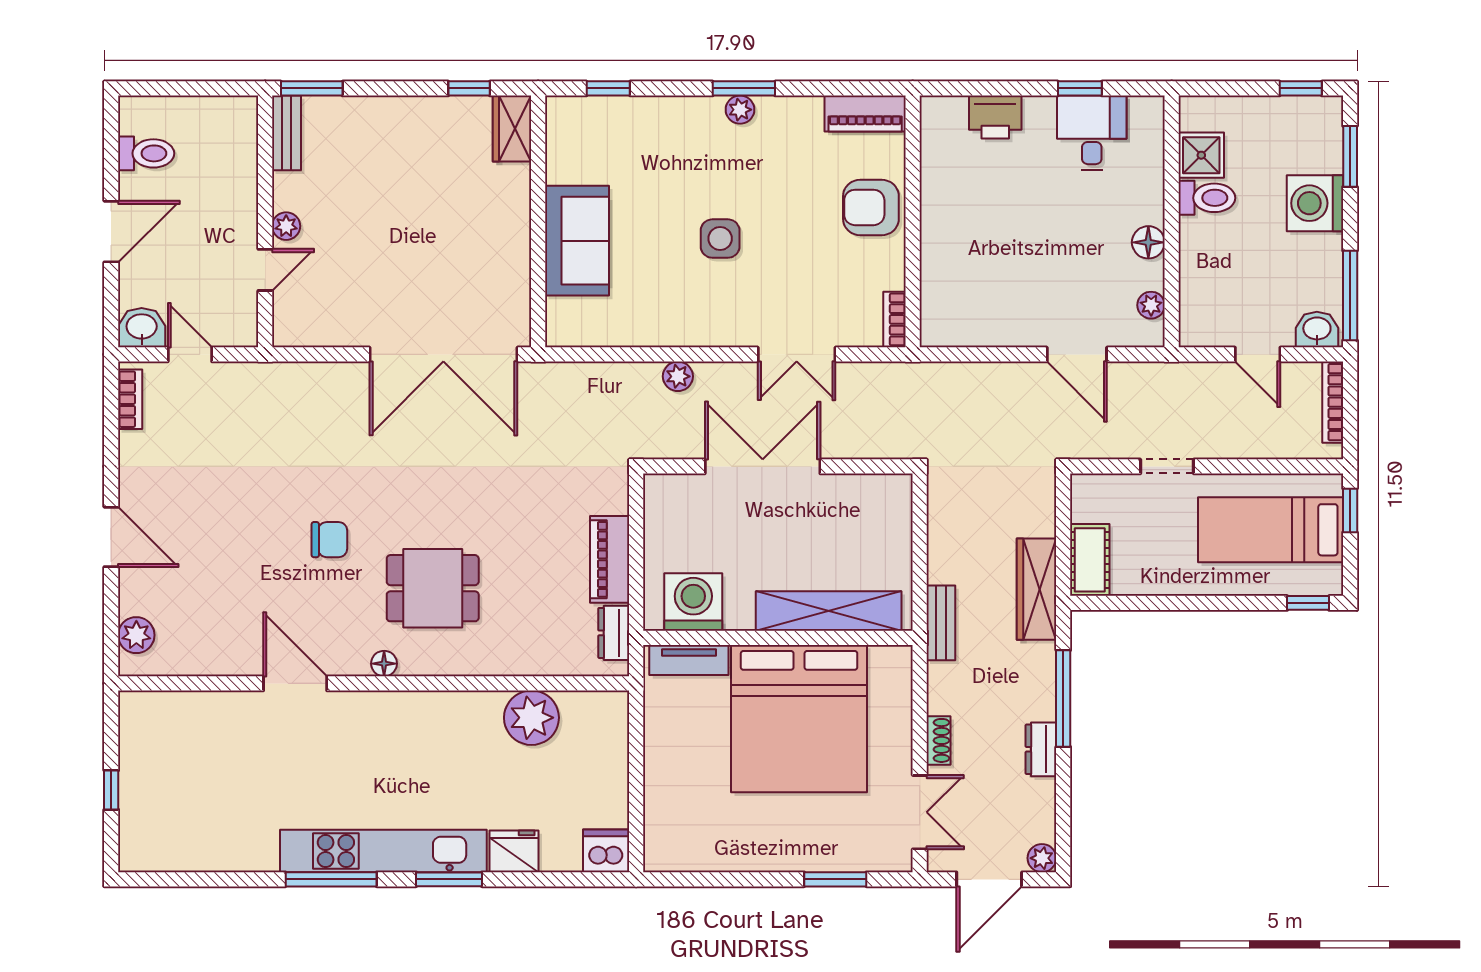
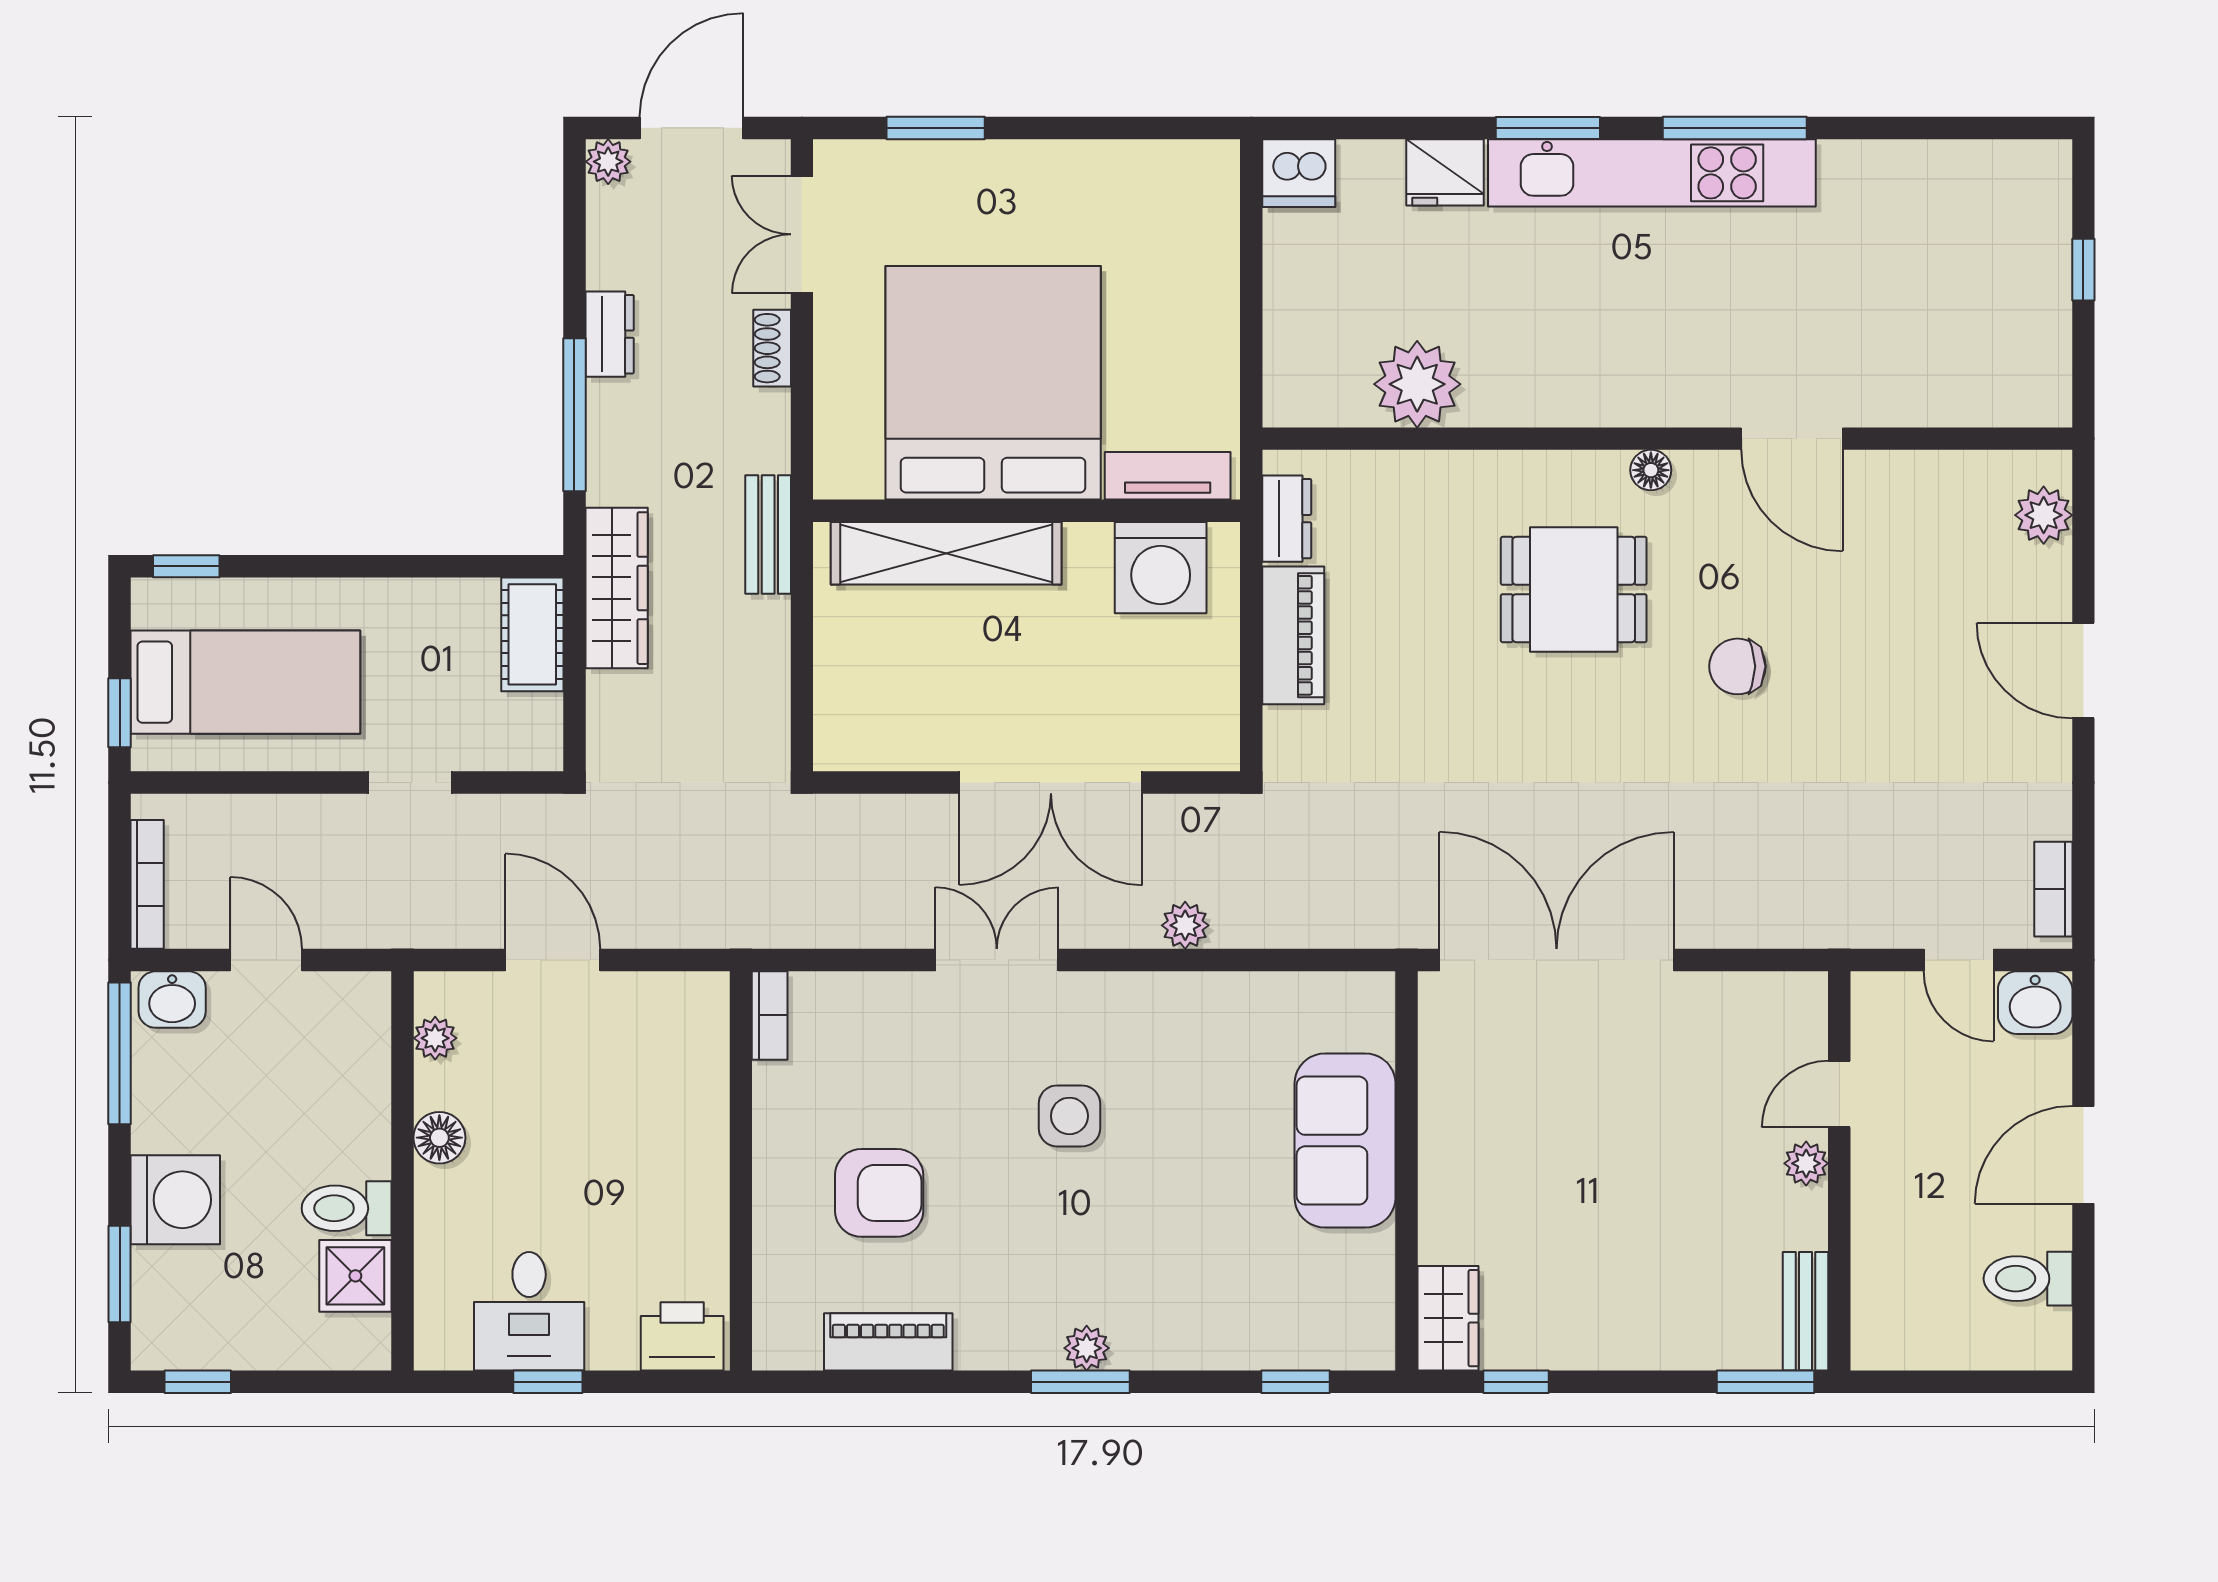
wall: (913, 221) -> (741, 1171), moved
side table: (720, 239) -> (1069, 1116), moved
bookcase: (894, 319) -> (770, 1015), moved

